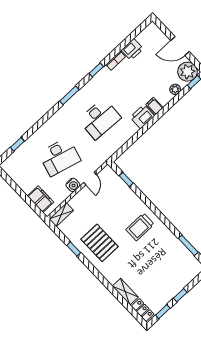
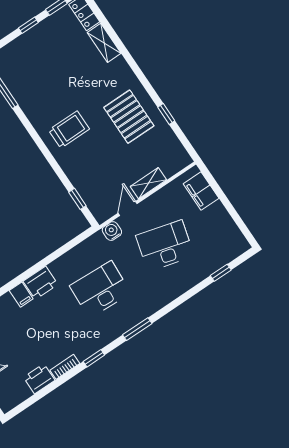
water cooler: (73, 185) -> (112, 231), moved
shelving: (61, 215) -> (148, 183), moved

